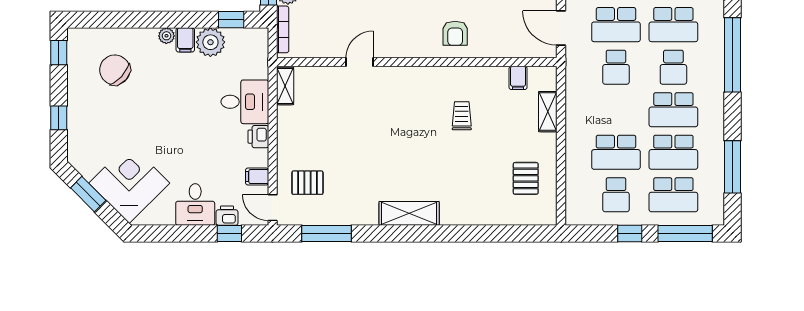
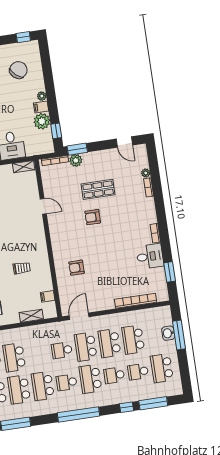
armchair: (455, 33) -> (77, 268), moved

